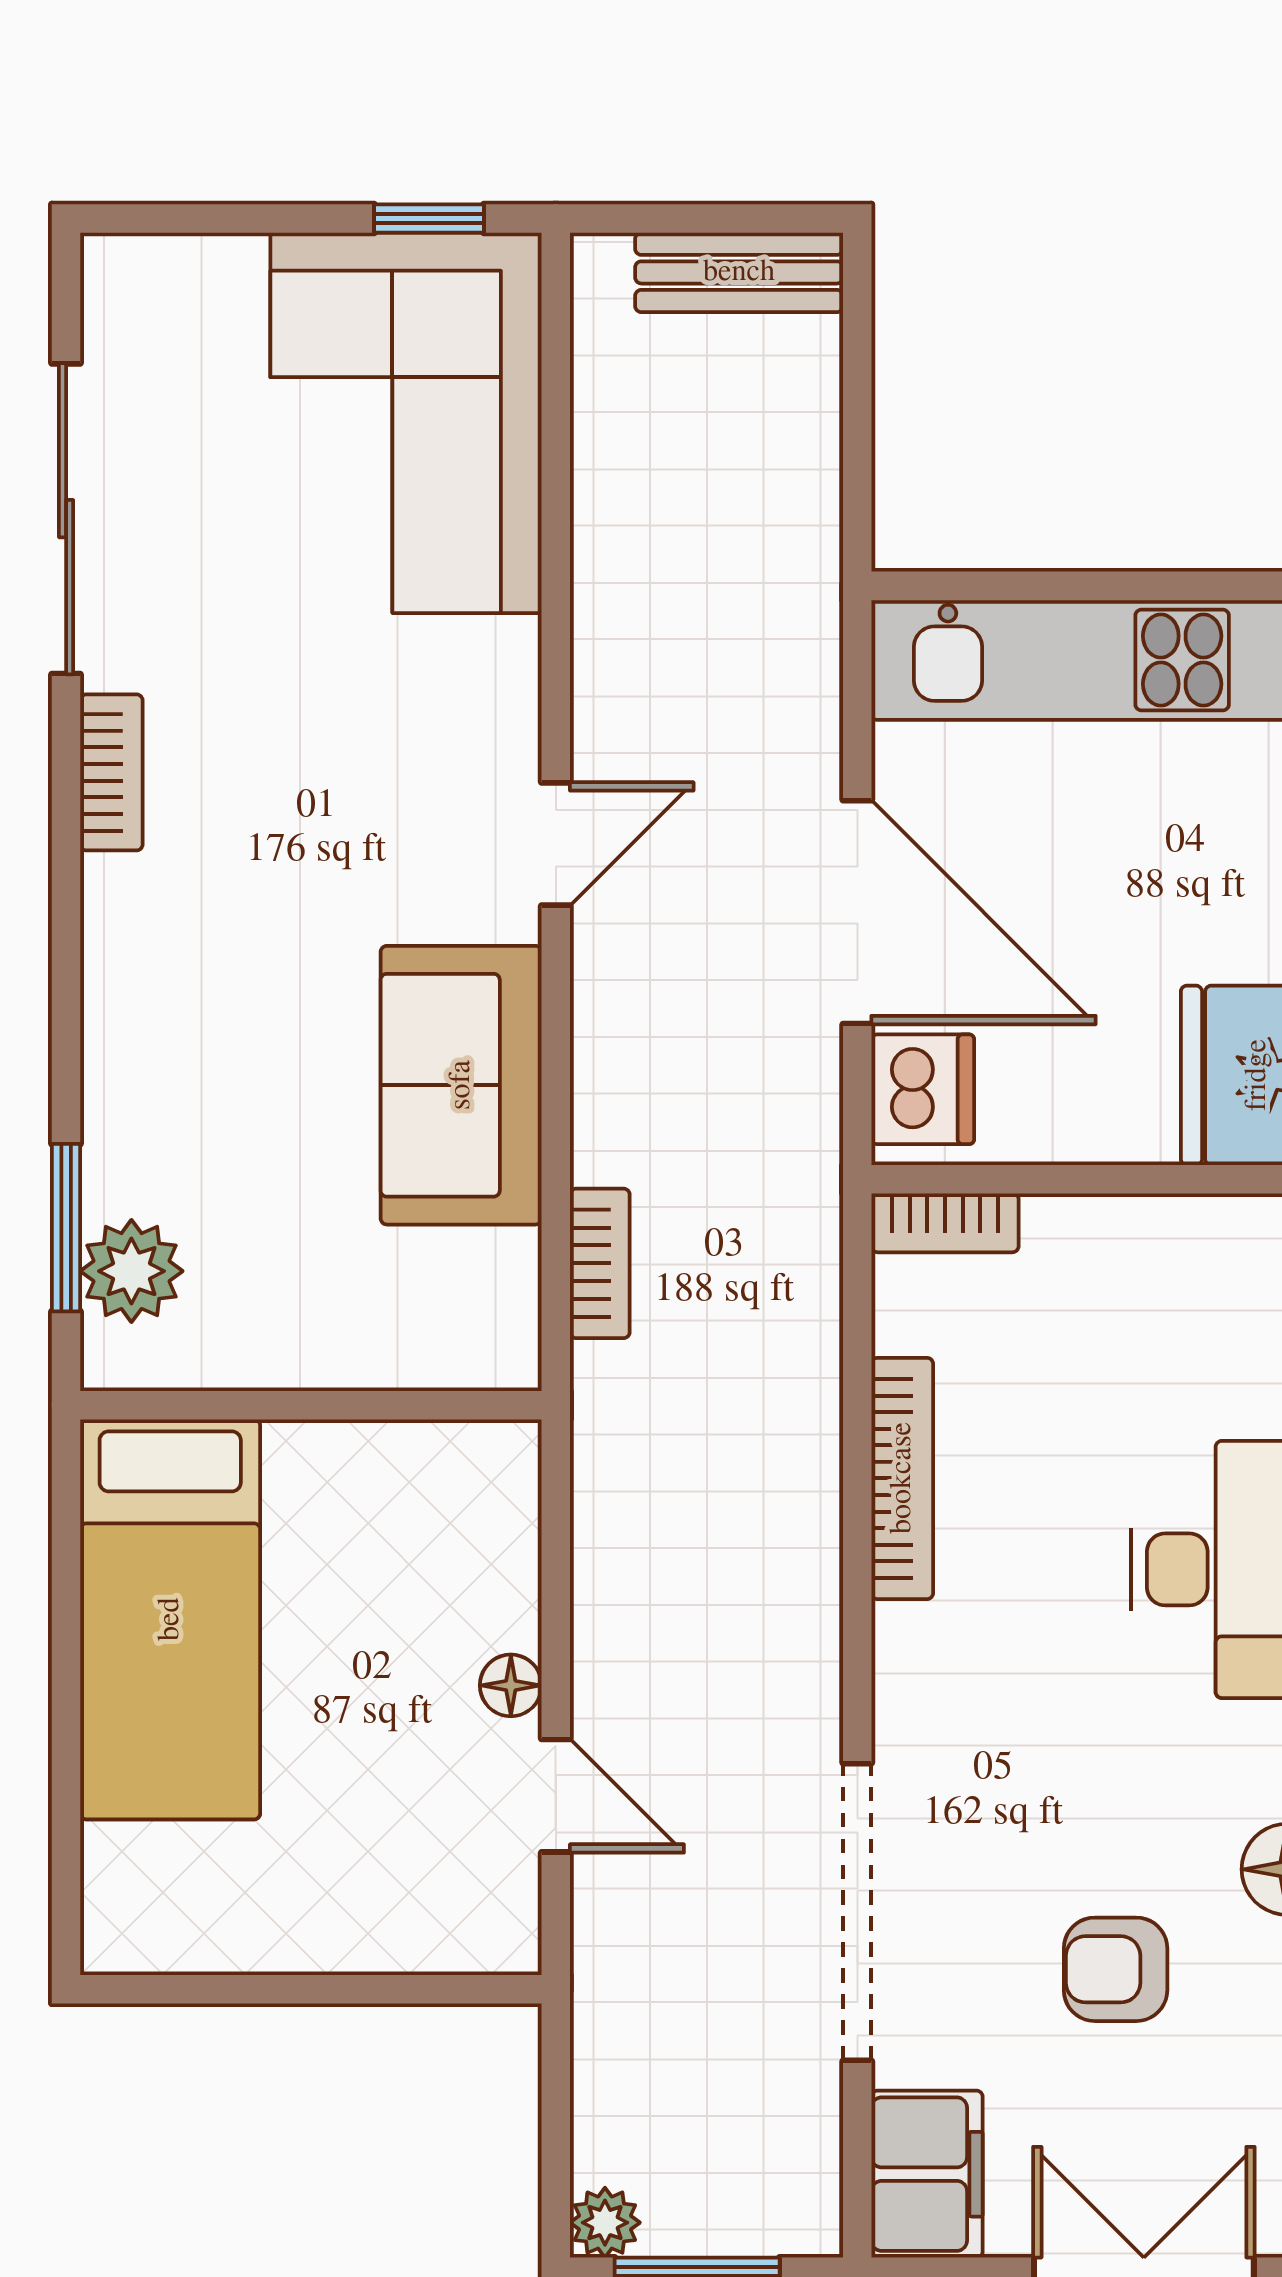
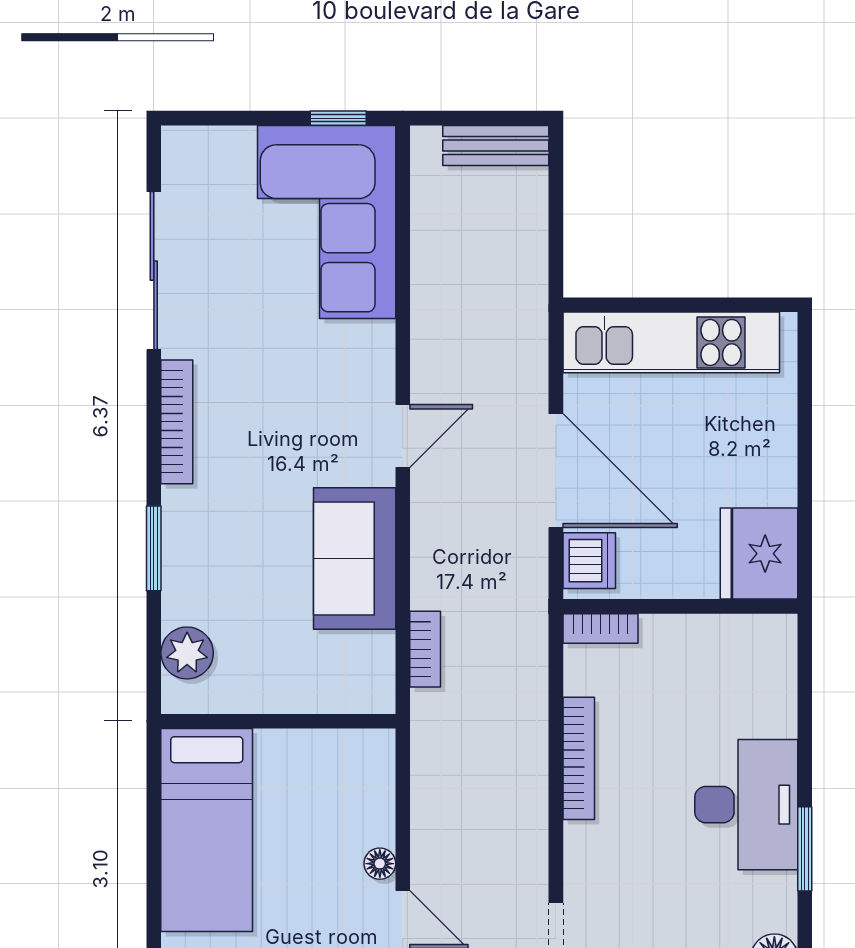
bookcase: (111, 772) -> (177, 422), width x1.56
window: (66, 1228) -> (154, 548), moved

